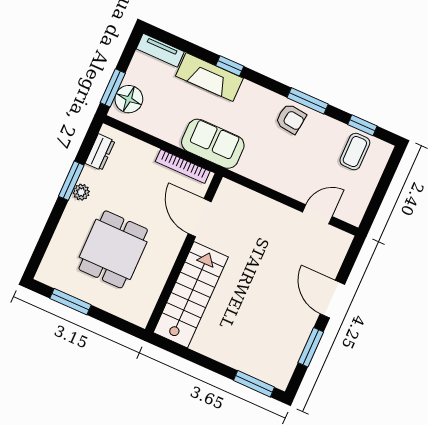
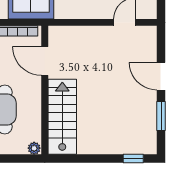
plant: (140, 318) -> (34, 148), added
window: (254, 384) -> (133, 159), width x0.67

